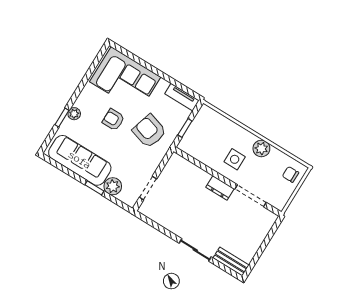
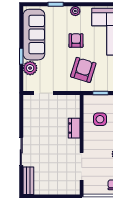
plant: (74, 114) -> (75, 11), moved
side table: (235, 159) -> (100, 119), moved
dresser: (220, 188) -> (74, 128), moved

